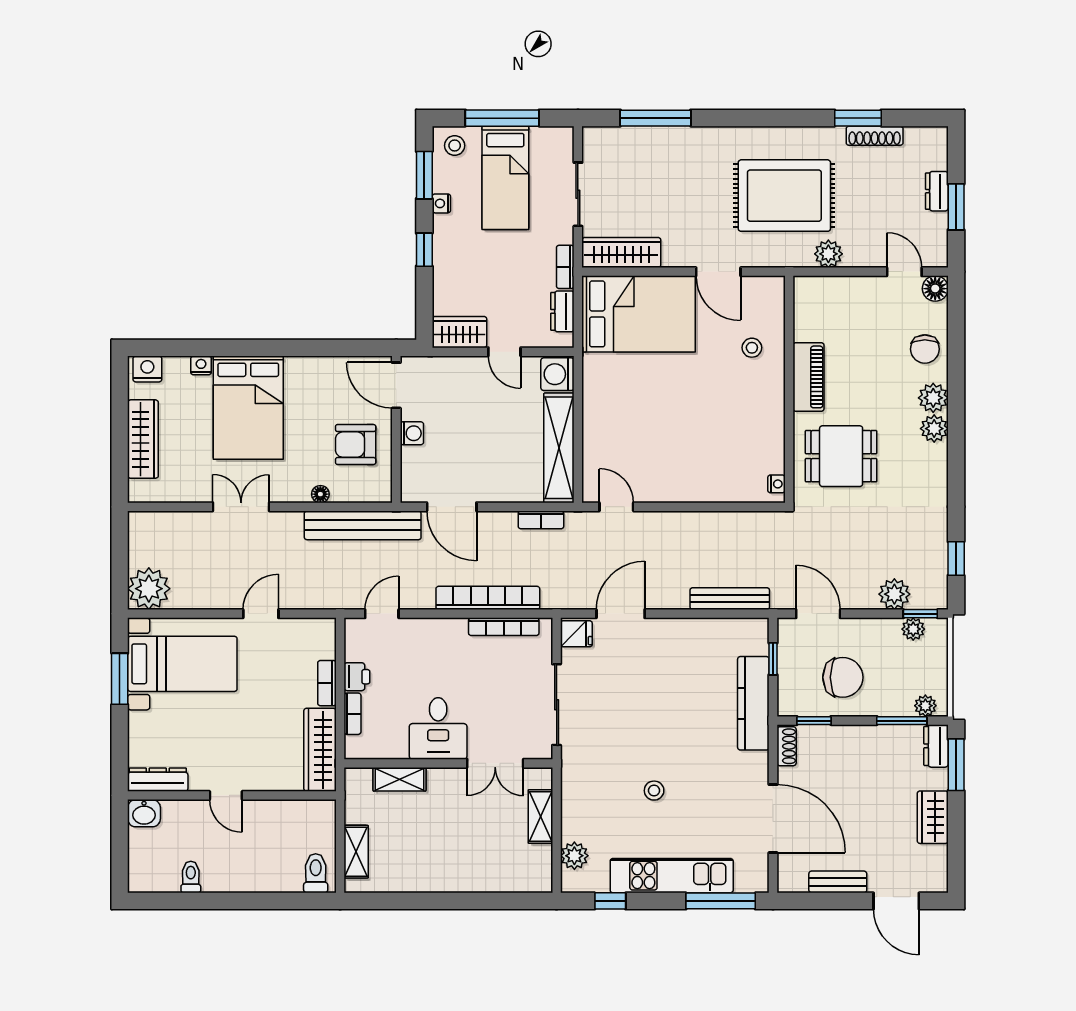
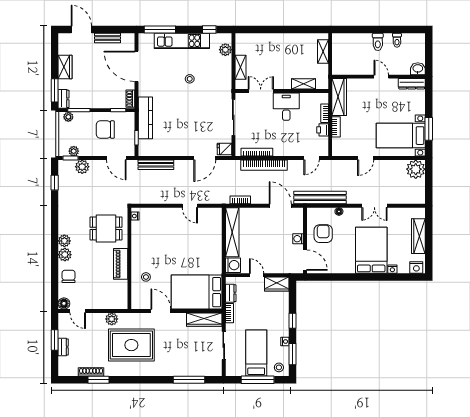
armchair: (356, 445) -> (323, 234), turned -90
door: (616, 507) -> (190, 206), moved
toilet: (316, 873) -> (378, 42), moved

